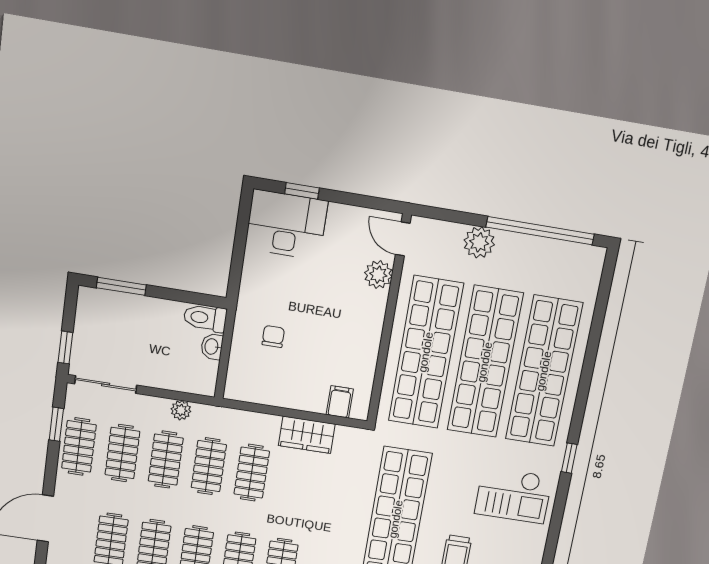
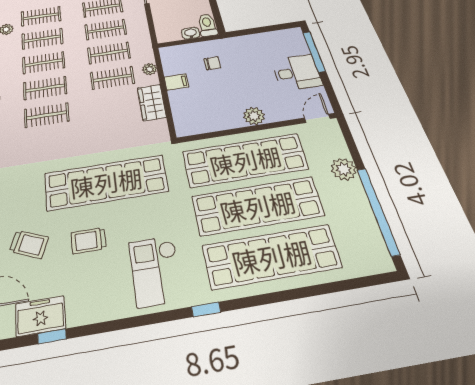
window: (302, 191) -> (314, 52), width x2.17
desk: (286, 225) -> (297, 72), moved, width x0.73
plant: (378, 275) -> (254, 116), moved
filing cabinet: (340, 402) -> (177, 82), moved
plant: (181, 410) -> (149, 69), moved

